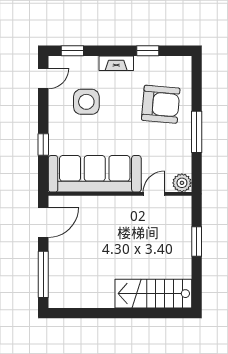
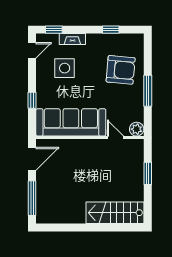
fireplace: (116, 63) -> (72, 39), moved
door: (154, 194) -> (115, 138), hinge flipped

